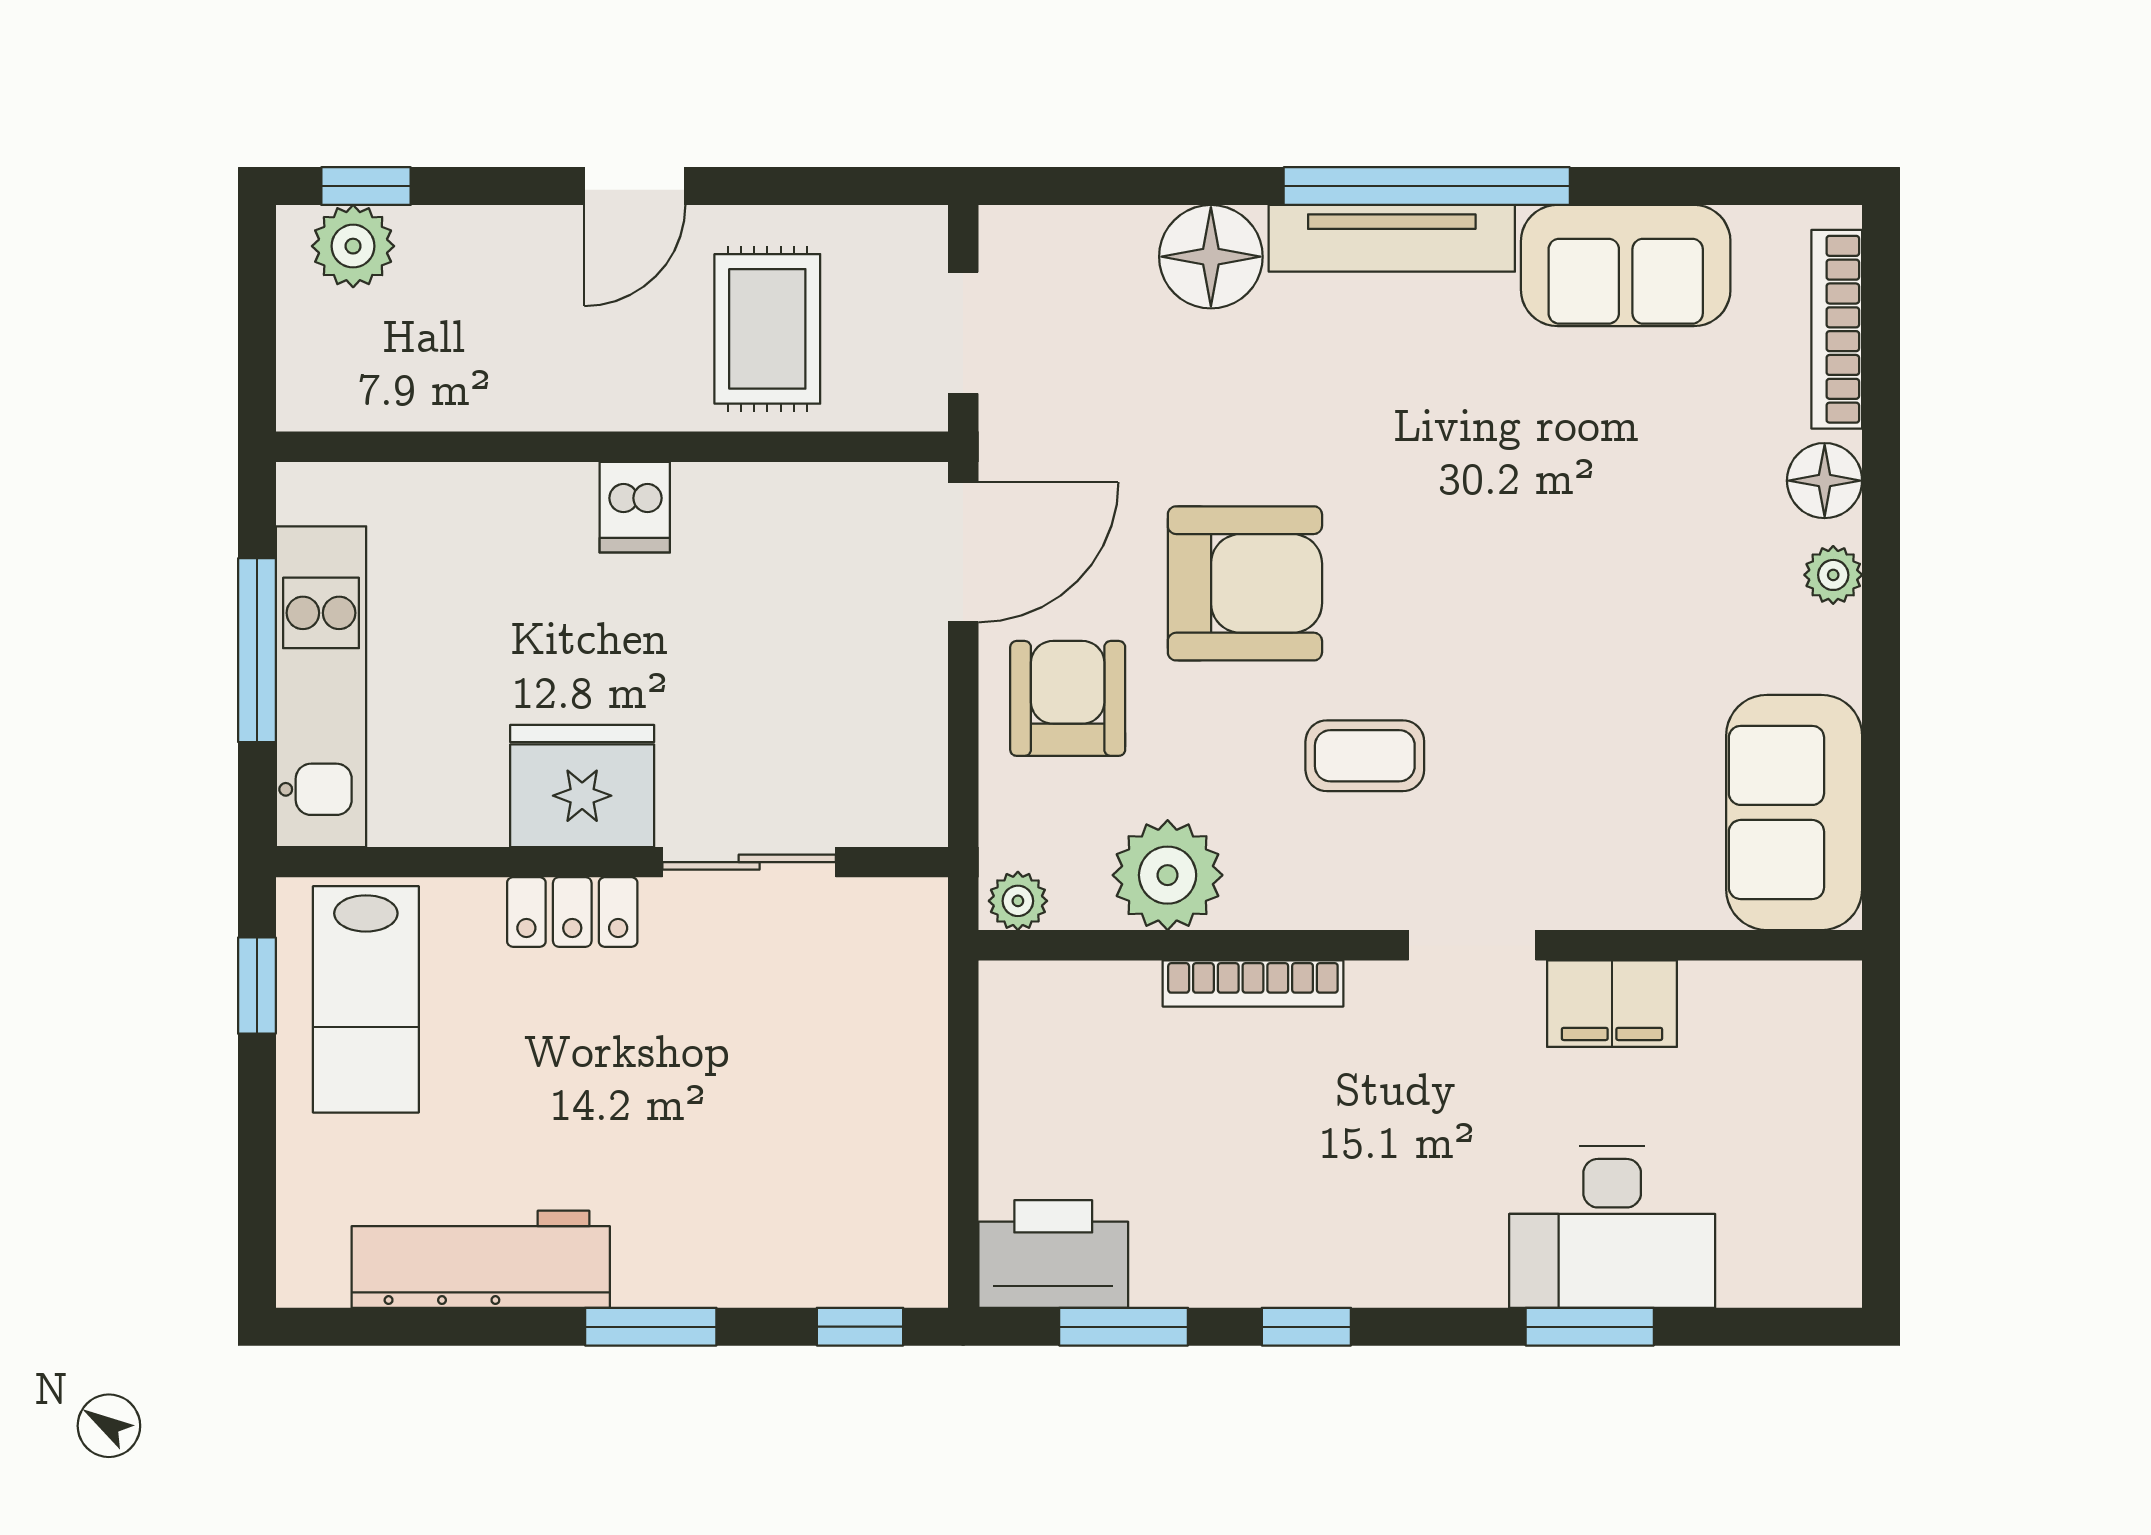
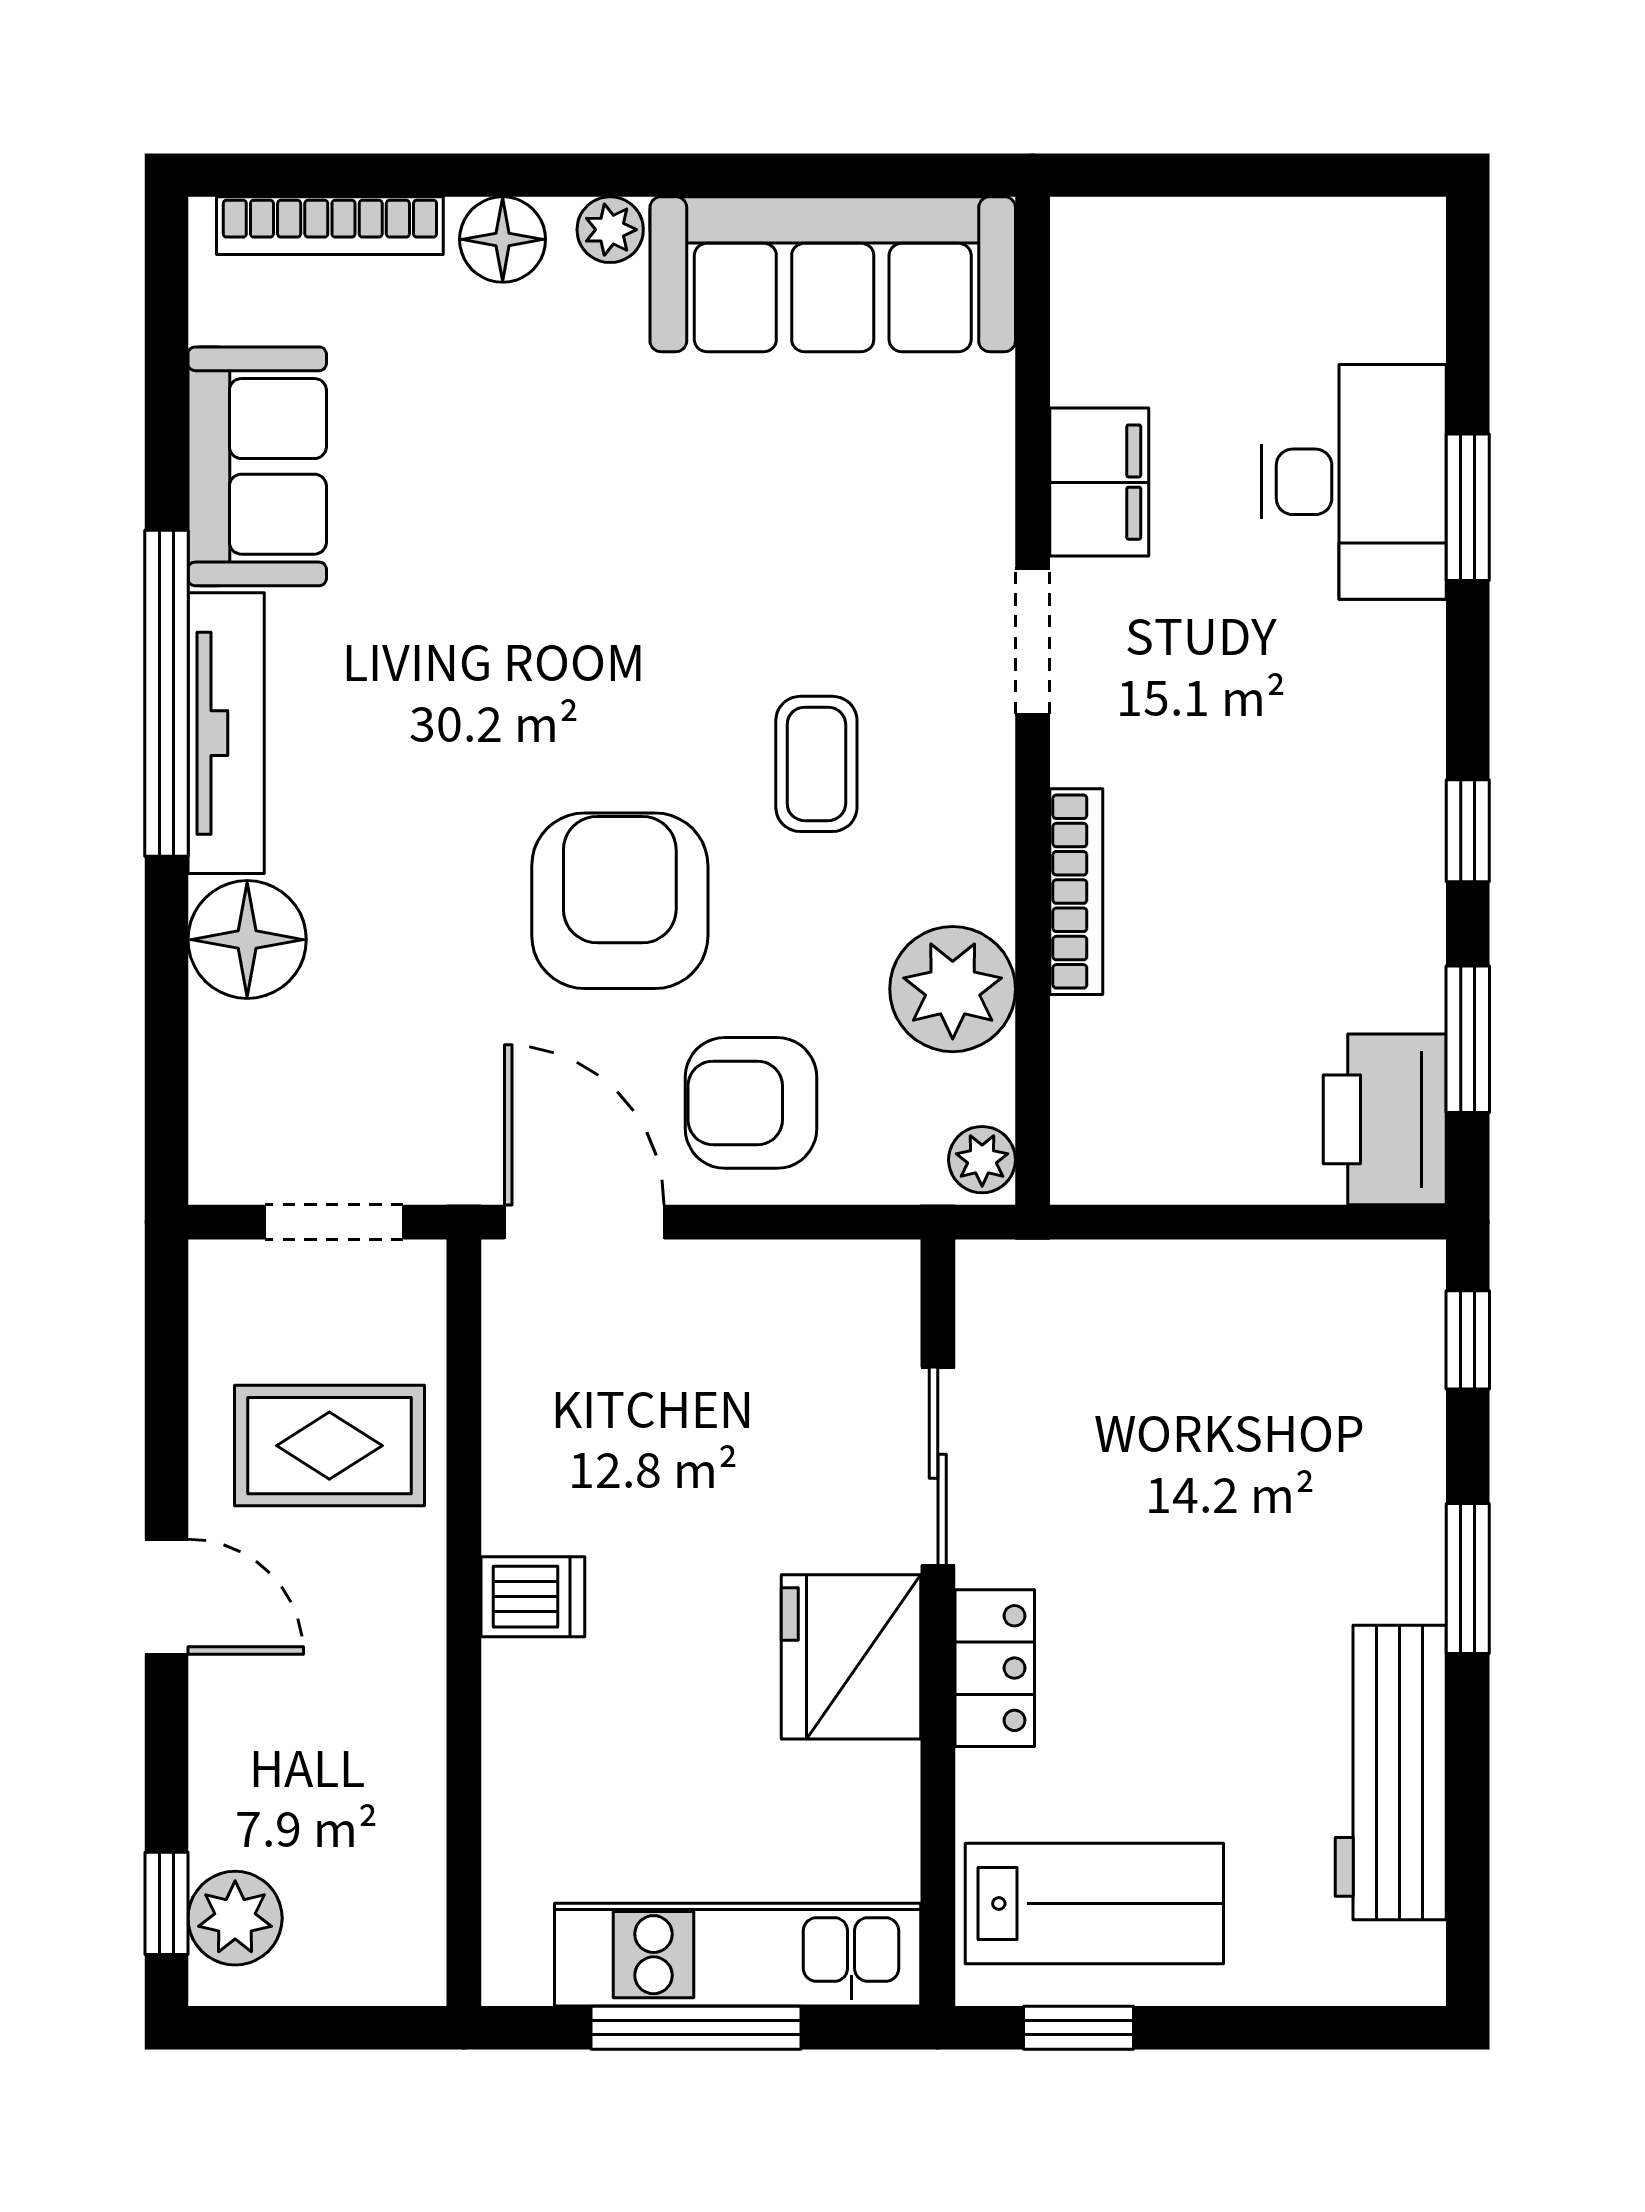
sofa: (1794, 812) -> (833, 274), width x1.36

